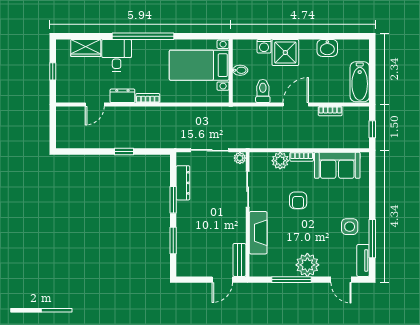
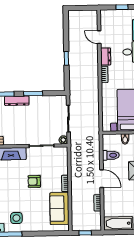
plant: (280, 161) -> (62, 168), removed
dresser: (183, 183) -> (17, 101), moved

